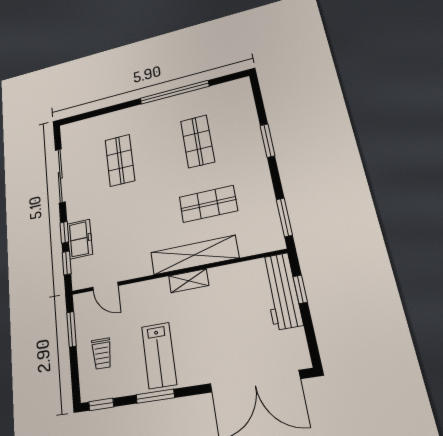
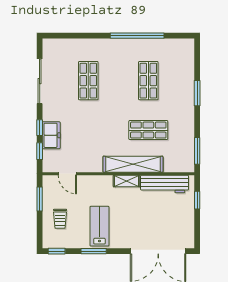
workbench: (281, 291) -> (165, 184), moved, turned -90
lab bench: (159, 355) -> (99, 226), turned 180

